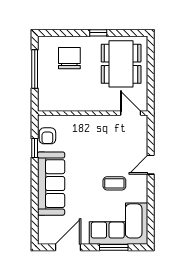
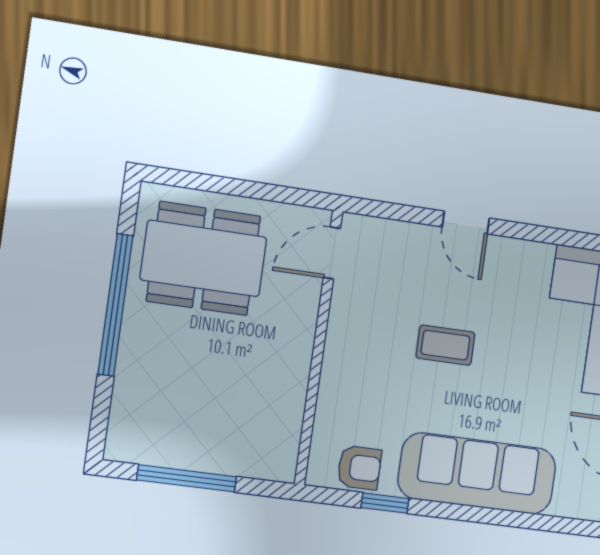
window: (98, 33) -> (115, 305), width x3.17
chair: (69, 58) -> (171, 387), removed
coffee table: (114, 183) -> (445, 345), moved, turned 90

